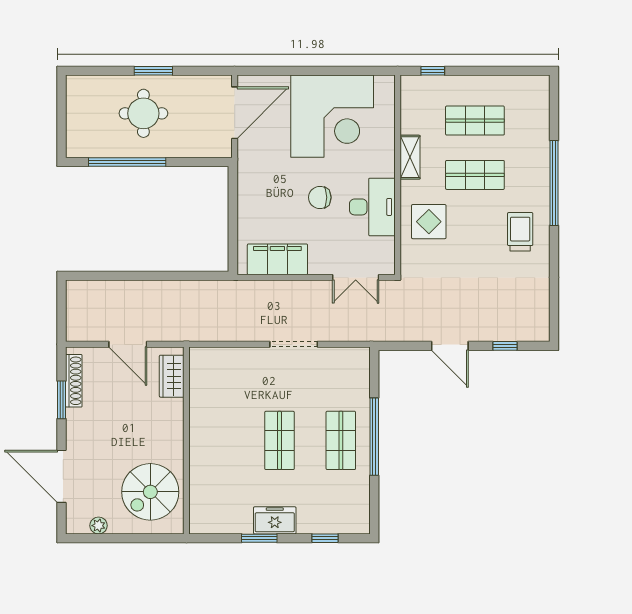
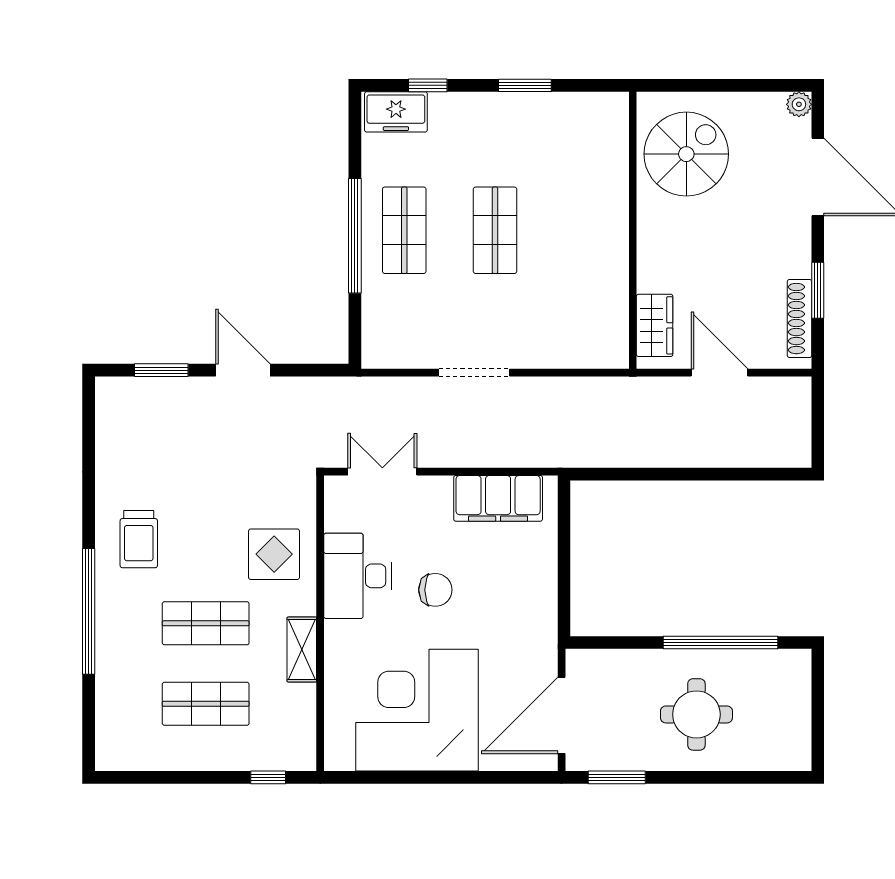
window: (153, 71) -> (617, 777), moved
window: (505, 346) -> (161, 370), width x1.50
freezer: (275, 520) -> (396, 112), moved
plant: (99, 526) -> (799, 104), moved

